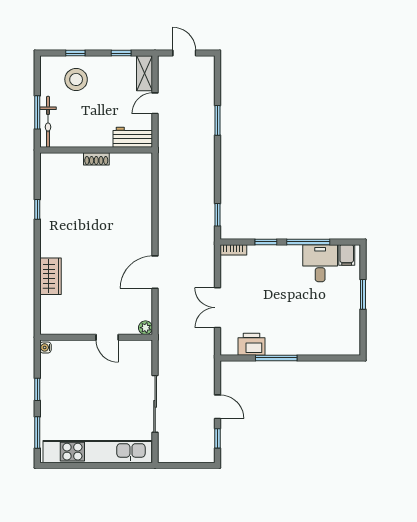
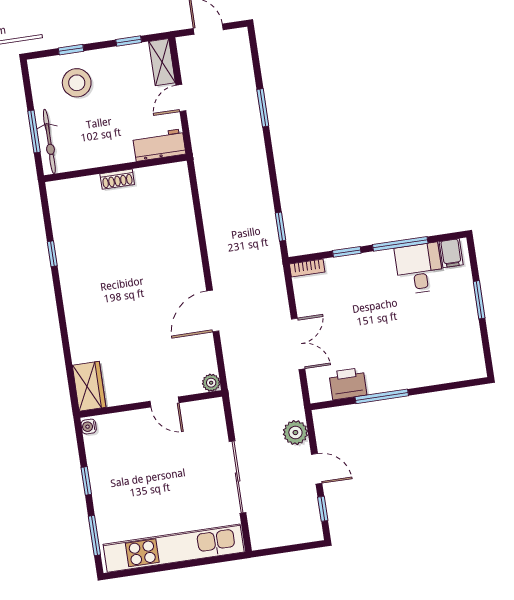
wardrobe: (51, 276) -> (89, 386), moved
double door: (217, 308) -> (298, 344), swing flipped
plant: (205, 376) -> (295, 433), added

